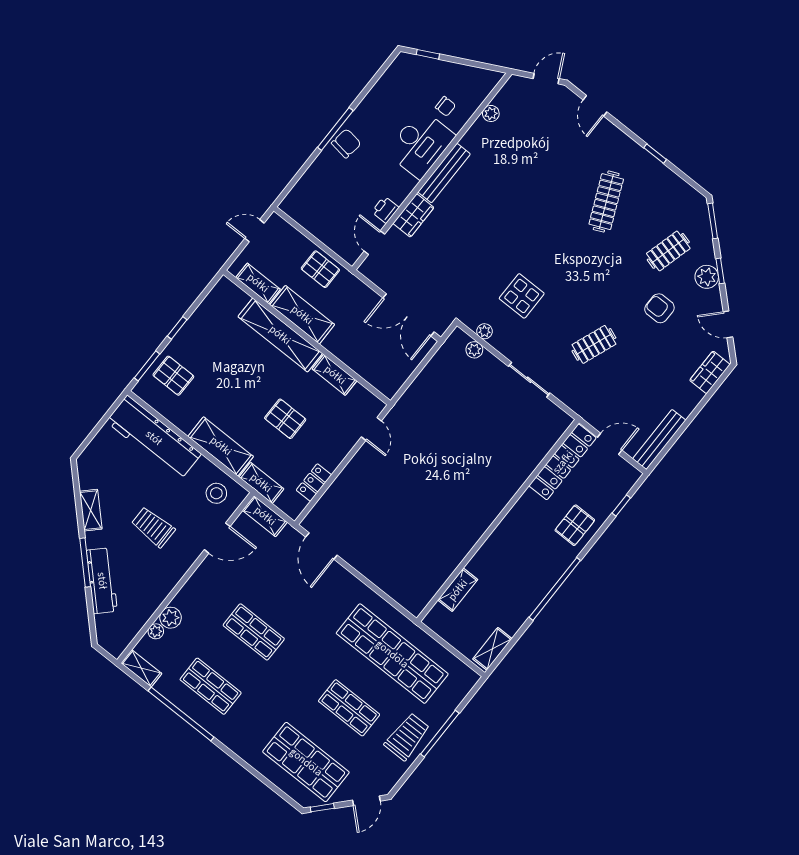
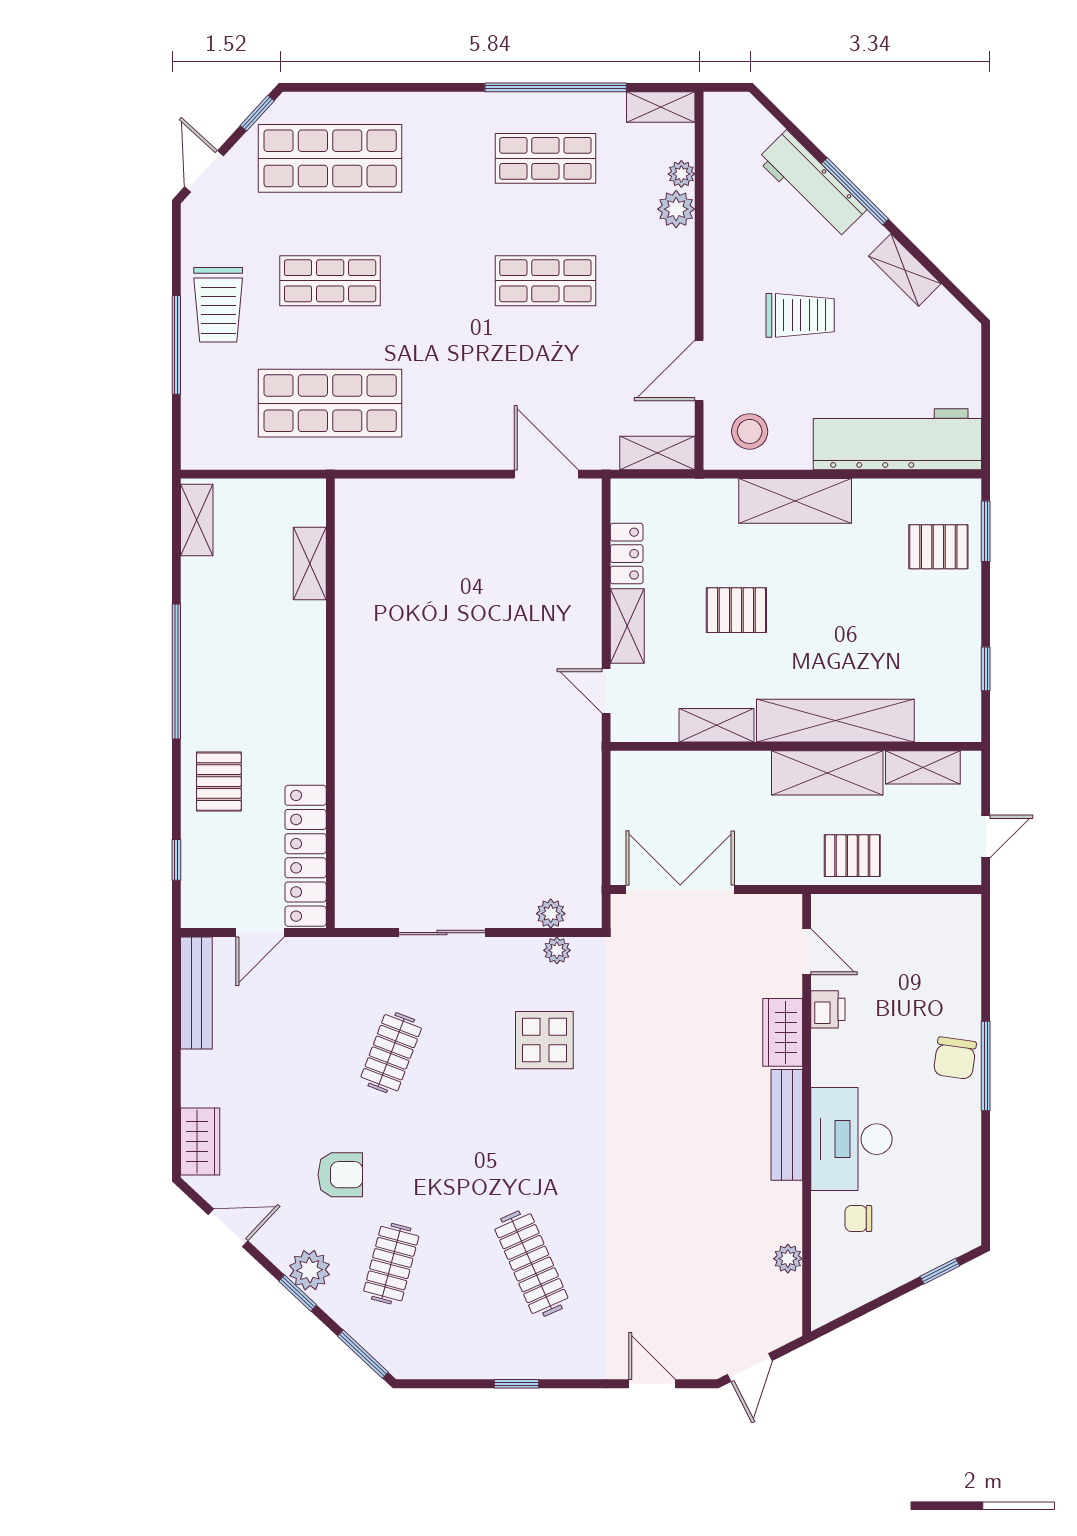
window: (177, 328) -> (986, 669), moved
shelving: (261, 483) -> (627, 626), moved, turned 90
shop shelf: (392, 654) -> (330, 403), width x0.71

